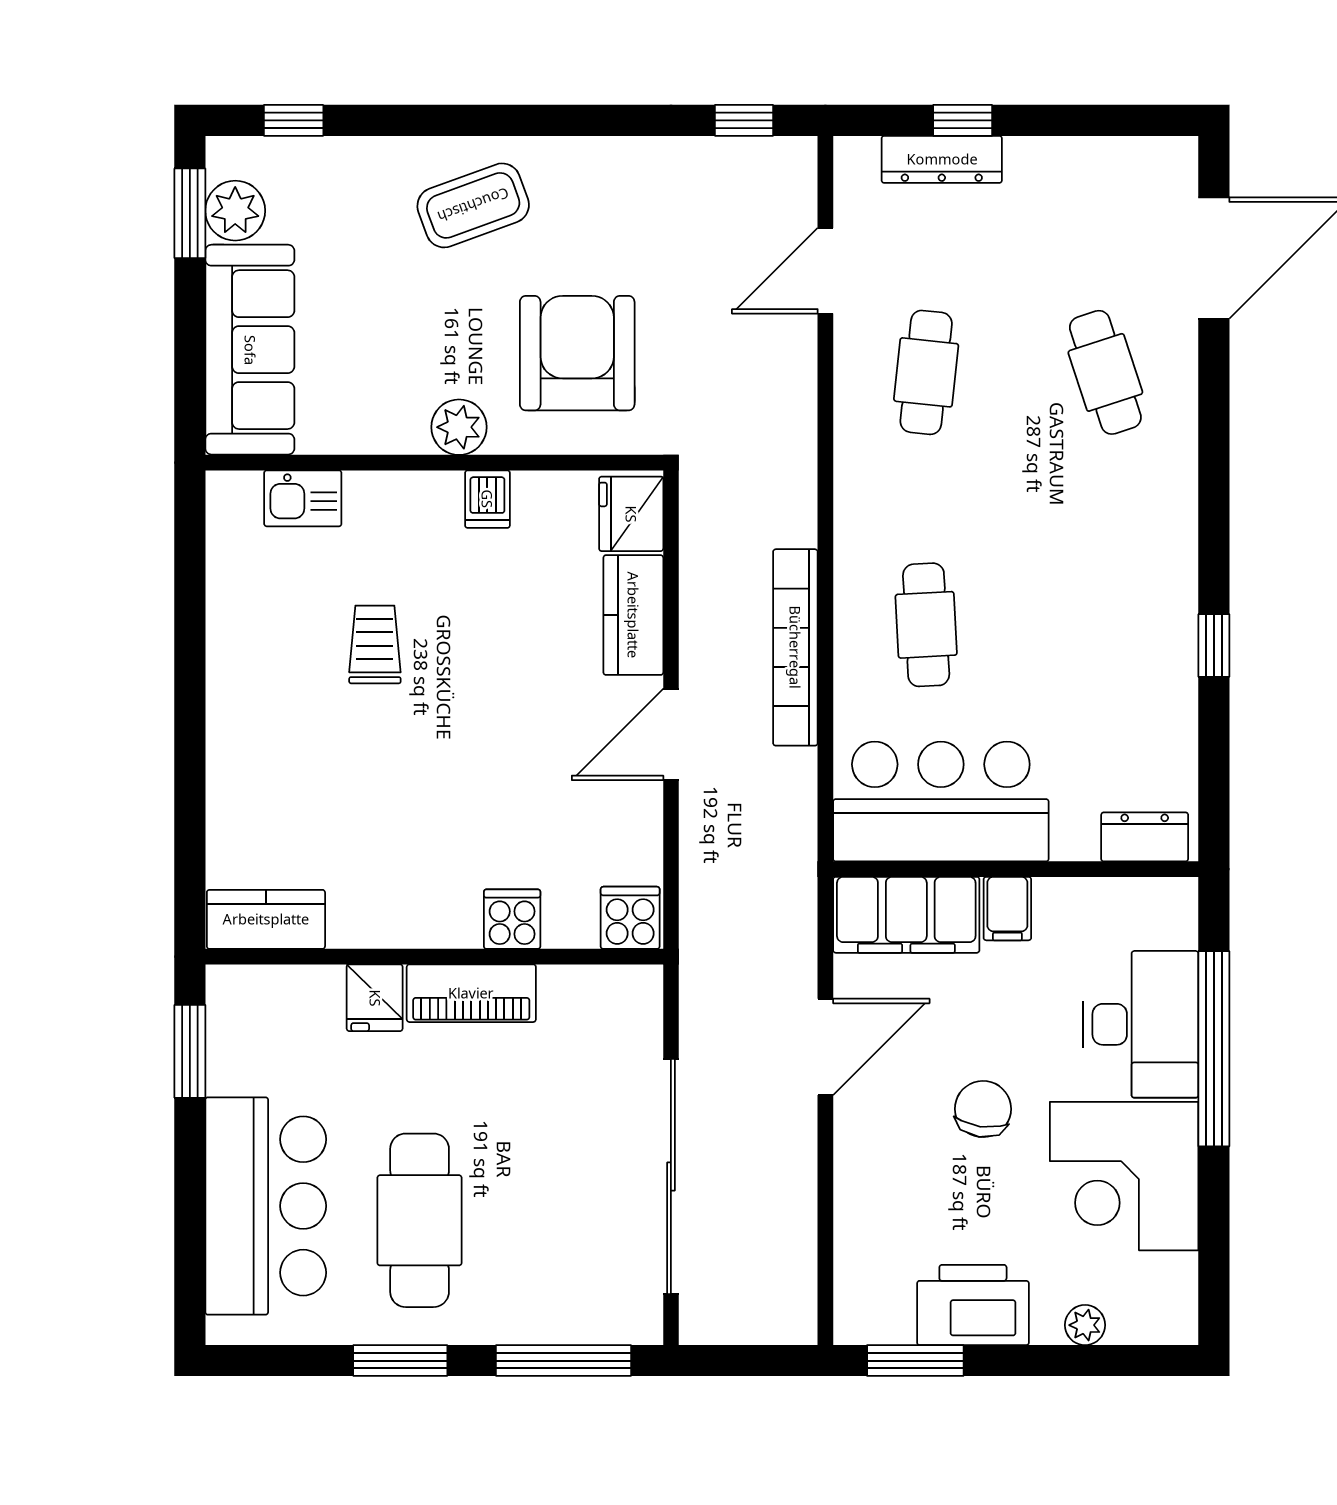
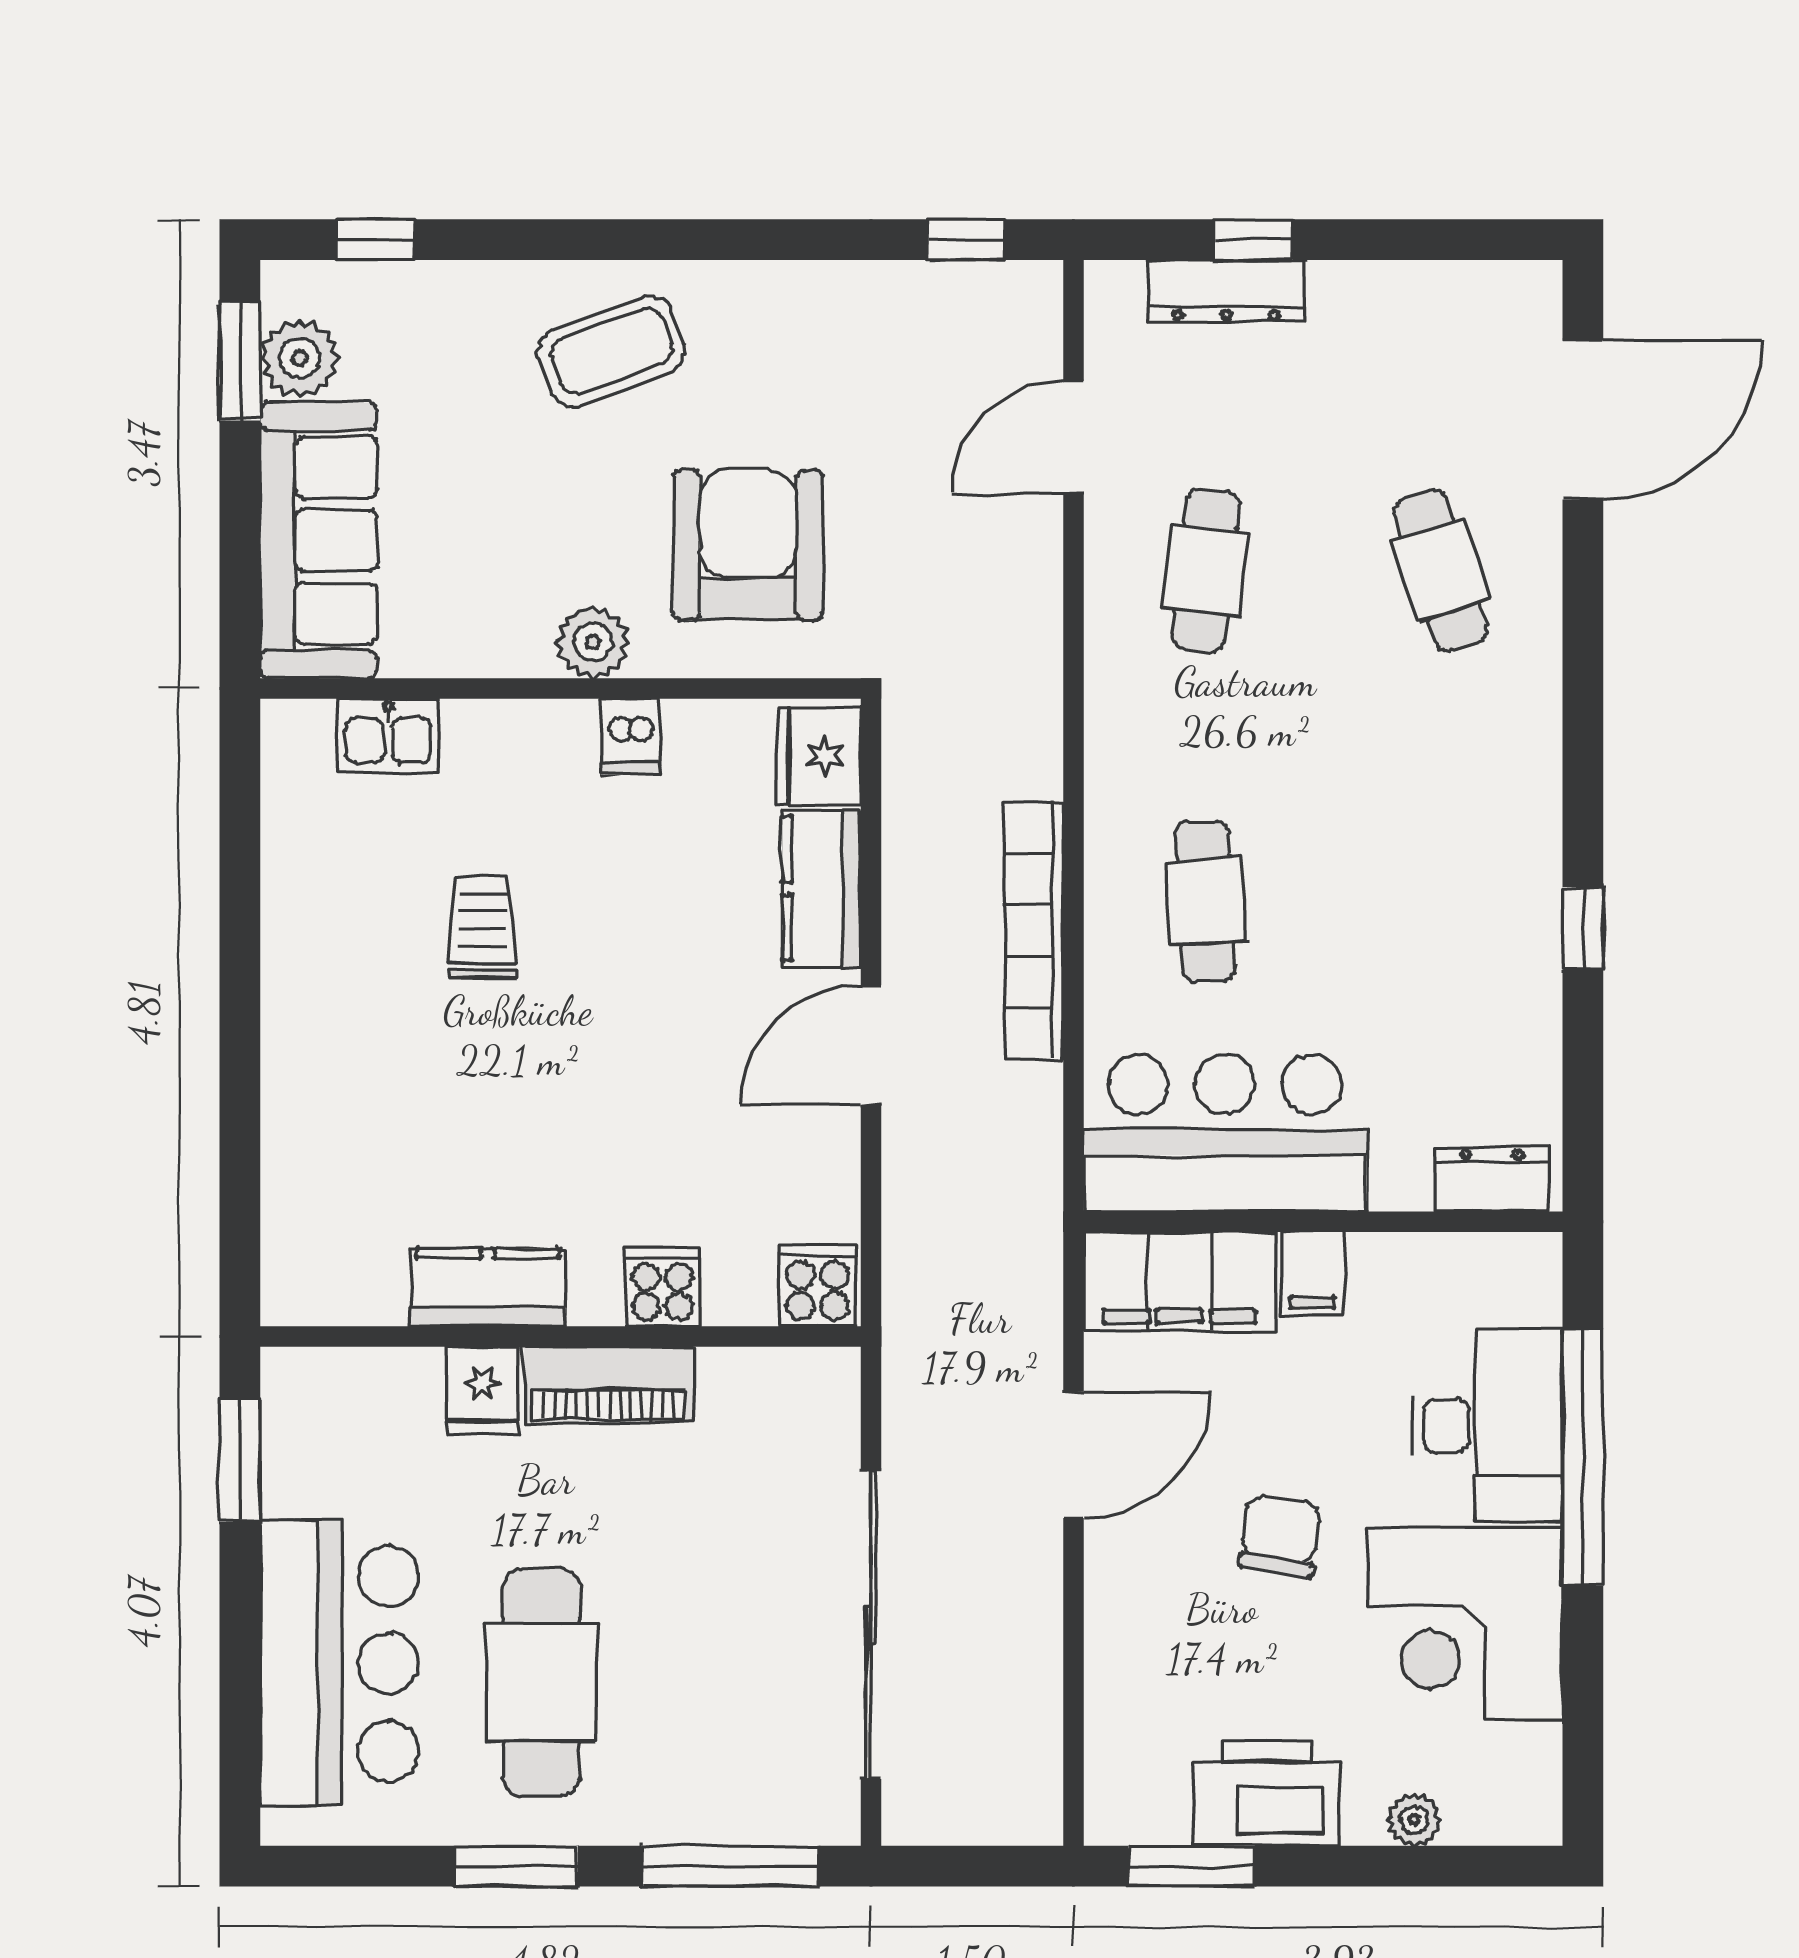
kitchen counter: (266, 919) -> (488, 1288), moved

